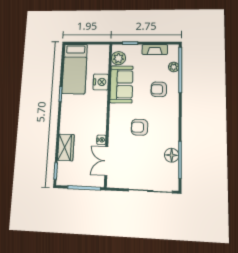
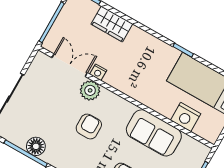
plant: (118, 58) -> (90, 90), moved
nightstand: (101, 82) -> (186, 117), moved

